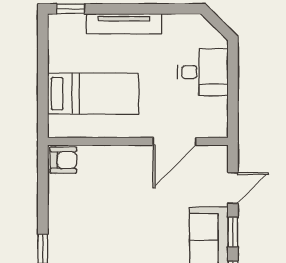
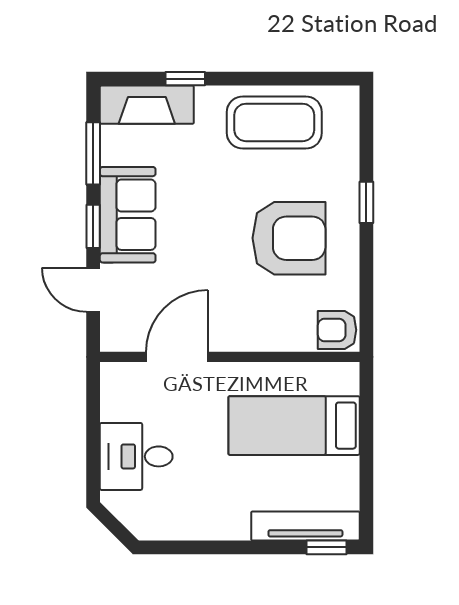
tv unit: (124, 24) -> (305, 526), moved
door: (233, 188) -> (93, 290), hinge flipped
armchair: (97, 224) -> (289, 238), added

